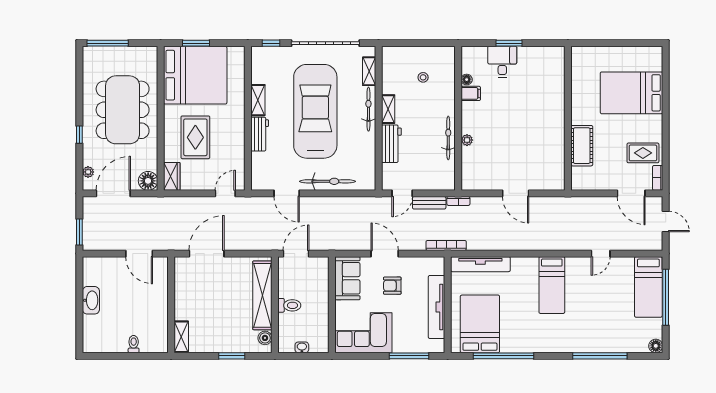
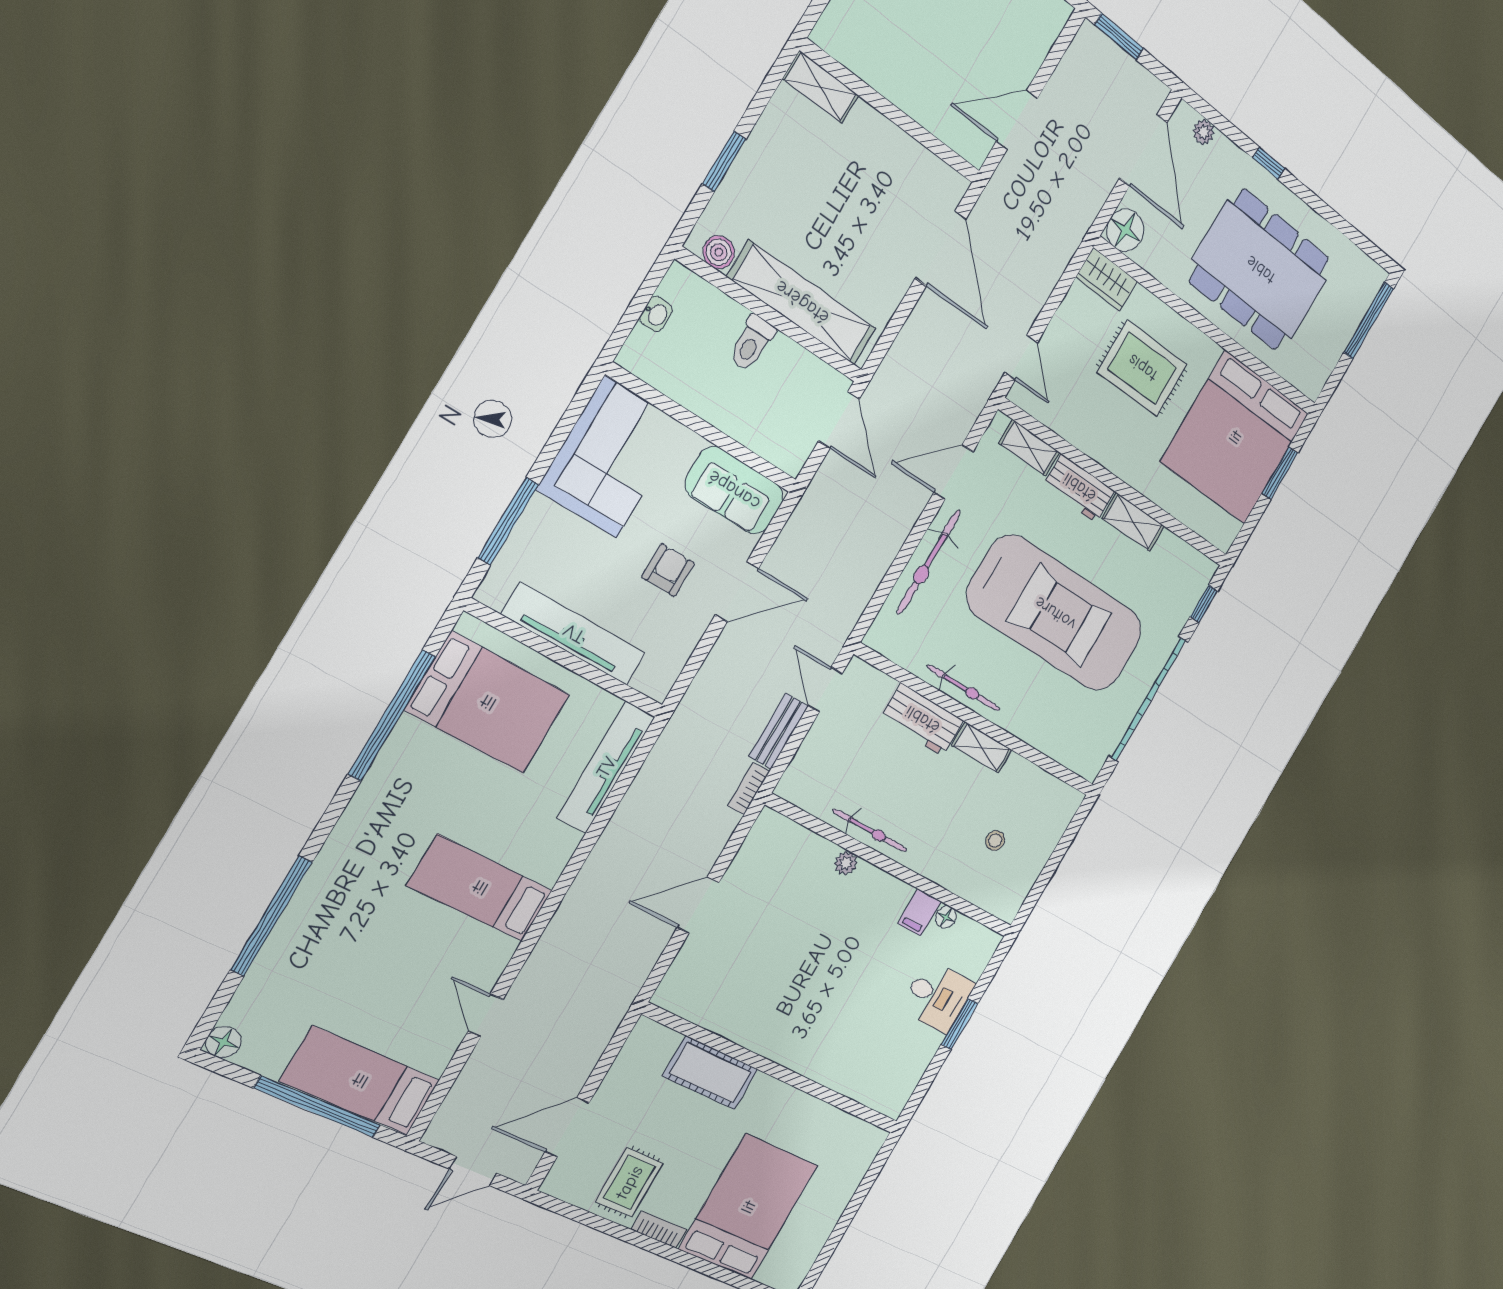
shelving: (369, 71) -> (1029, 448), moved
bicycle: (368, 109) -> (964, 688), moved
bookcase: (658, 178) -> (659, 1229), moved
bookcase: (446, 245) -> (681, 720), removed

